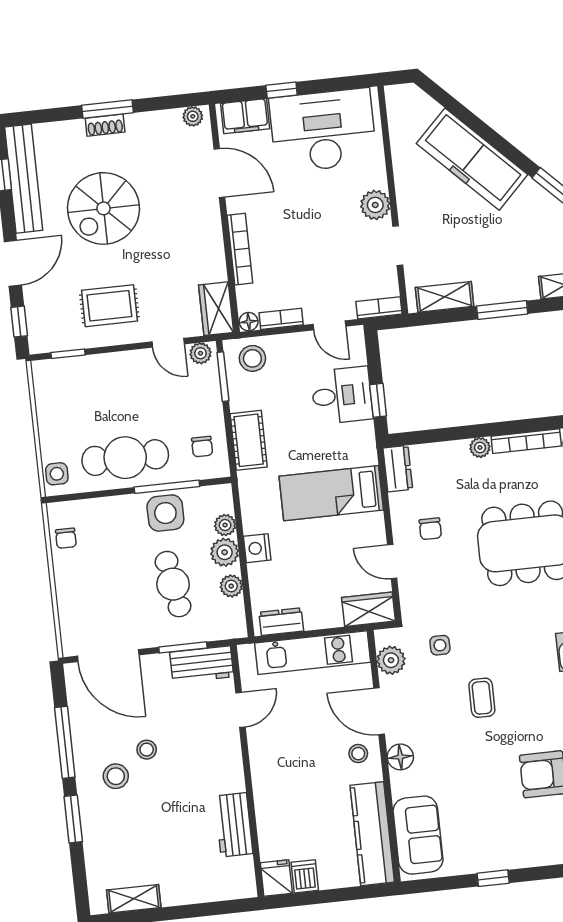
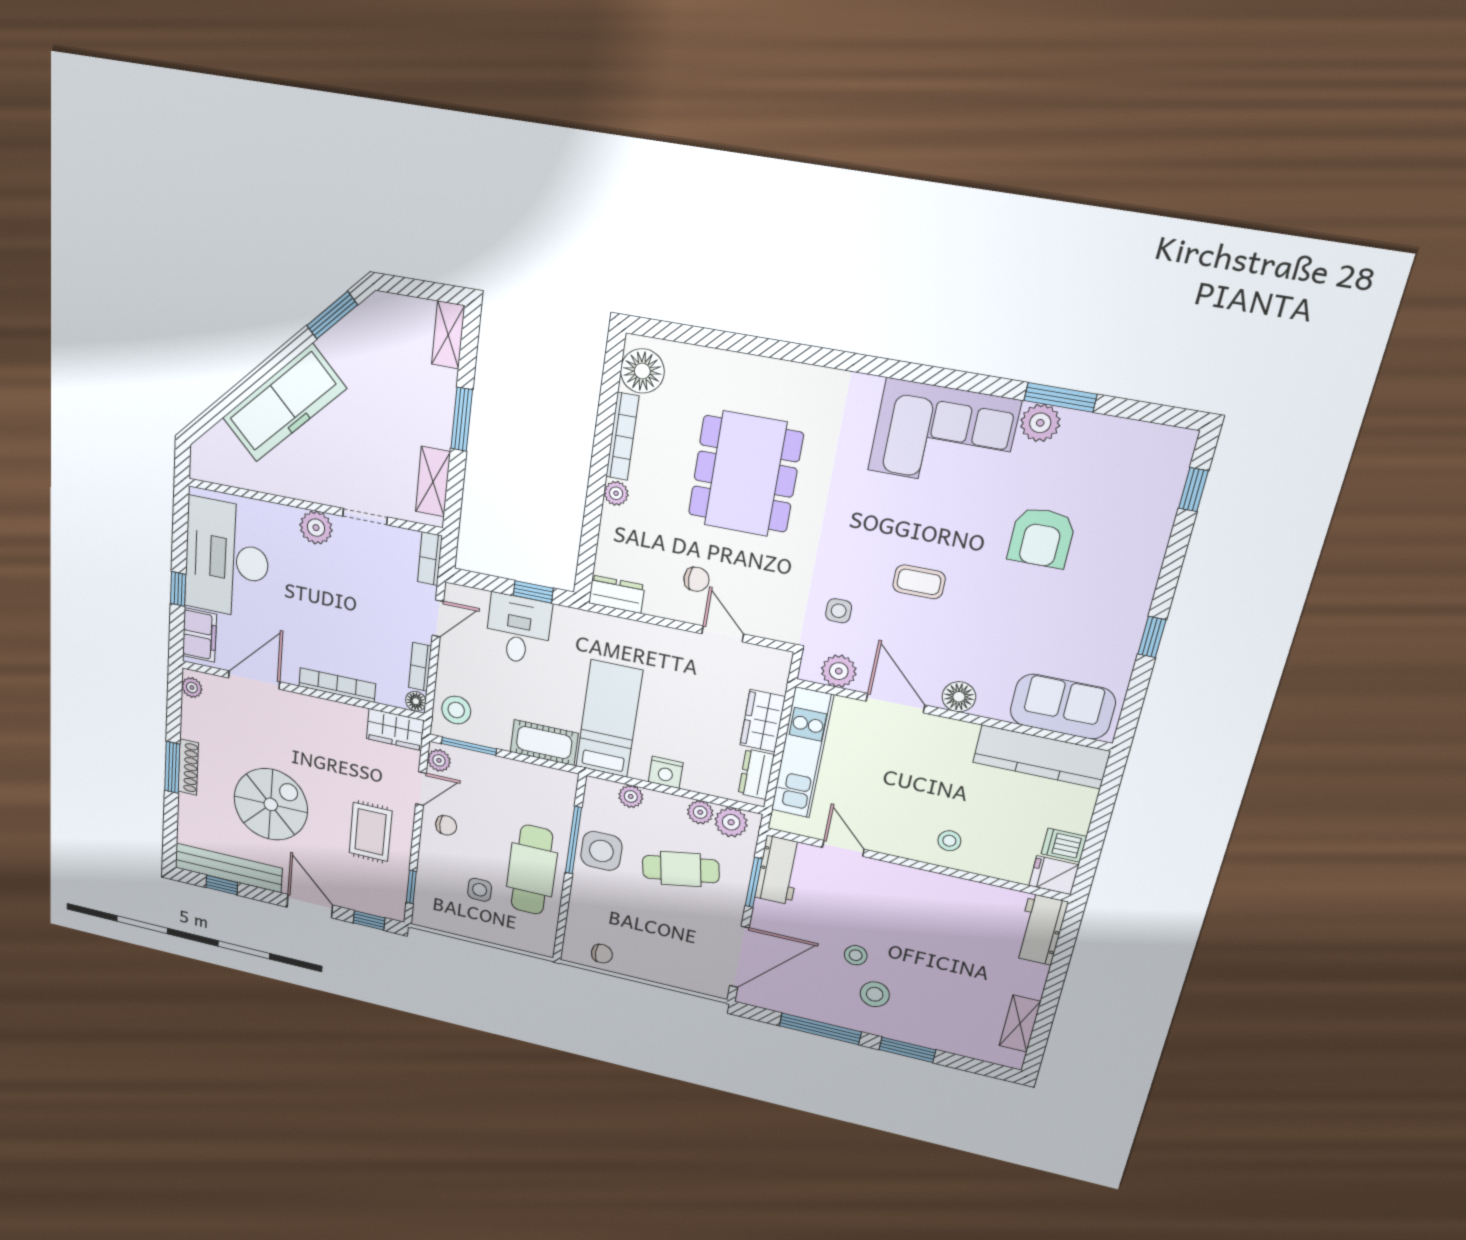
shoe rack: (105, 125) -> (188, 767), width x1.43
spiral stairs: (103, 208) -> (271, 804), turned -90
chair: (202, 447) -> (446, 825), moved
side table: (57, 474) -> (480, 890), moved
bed: (331, 493) -> (609, 719), moved, turned 180
plant: (225, 552) -> (731, 822), moved
door: (392, 562) -> (723, 634), swing flipped
wardrobe: (369, 609) -> (763, 721), moved
door: (379, 711) -> (895, 703), swing flipped
stool: (358, 754) -> (949, 841), moved
workbench: (234, 825) -> (1040, 929), moved, turned 90

